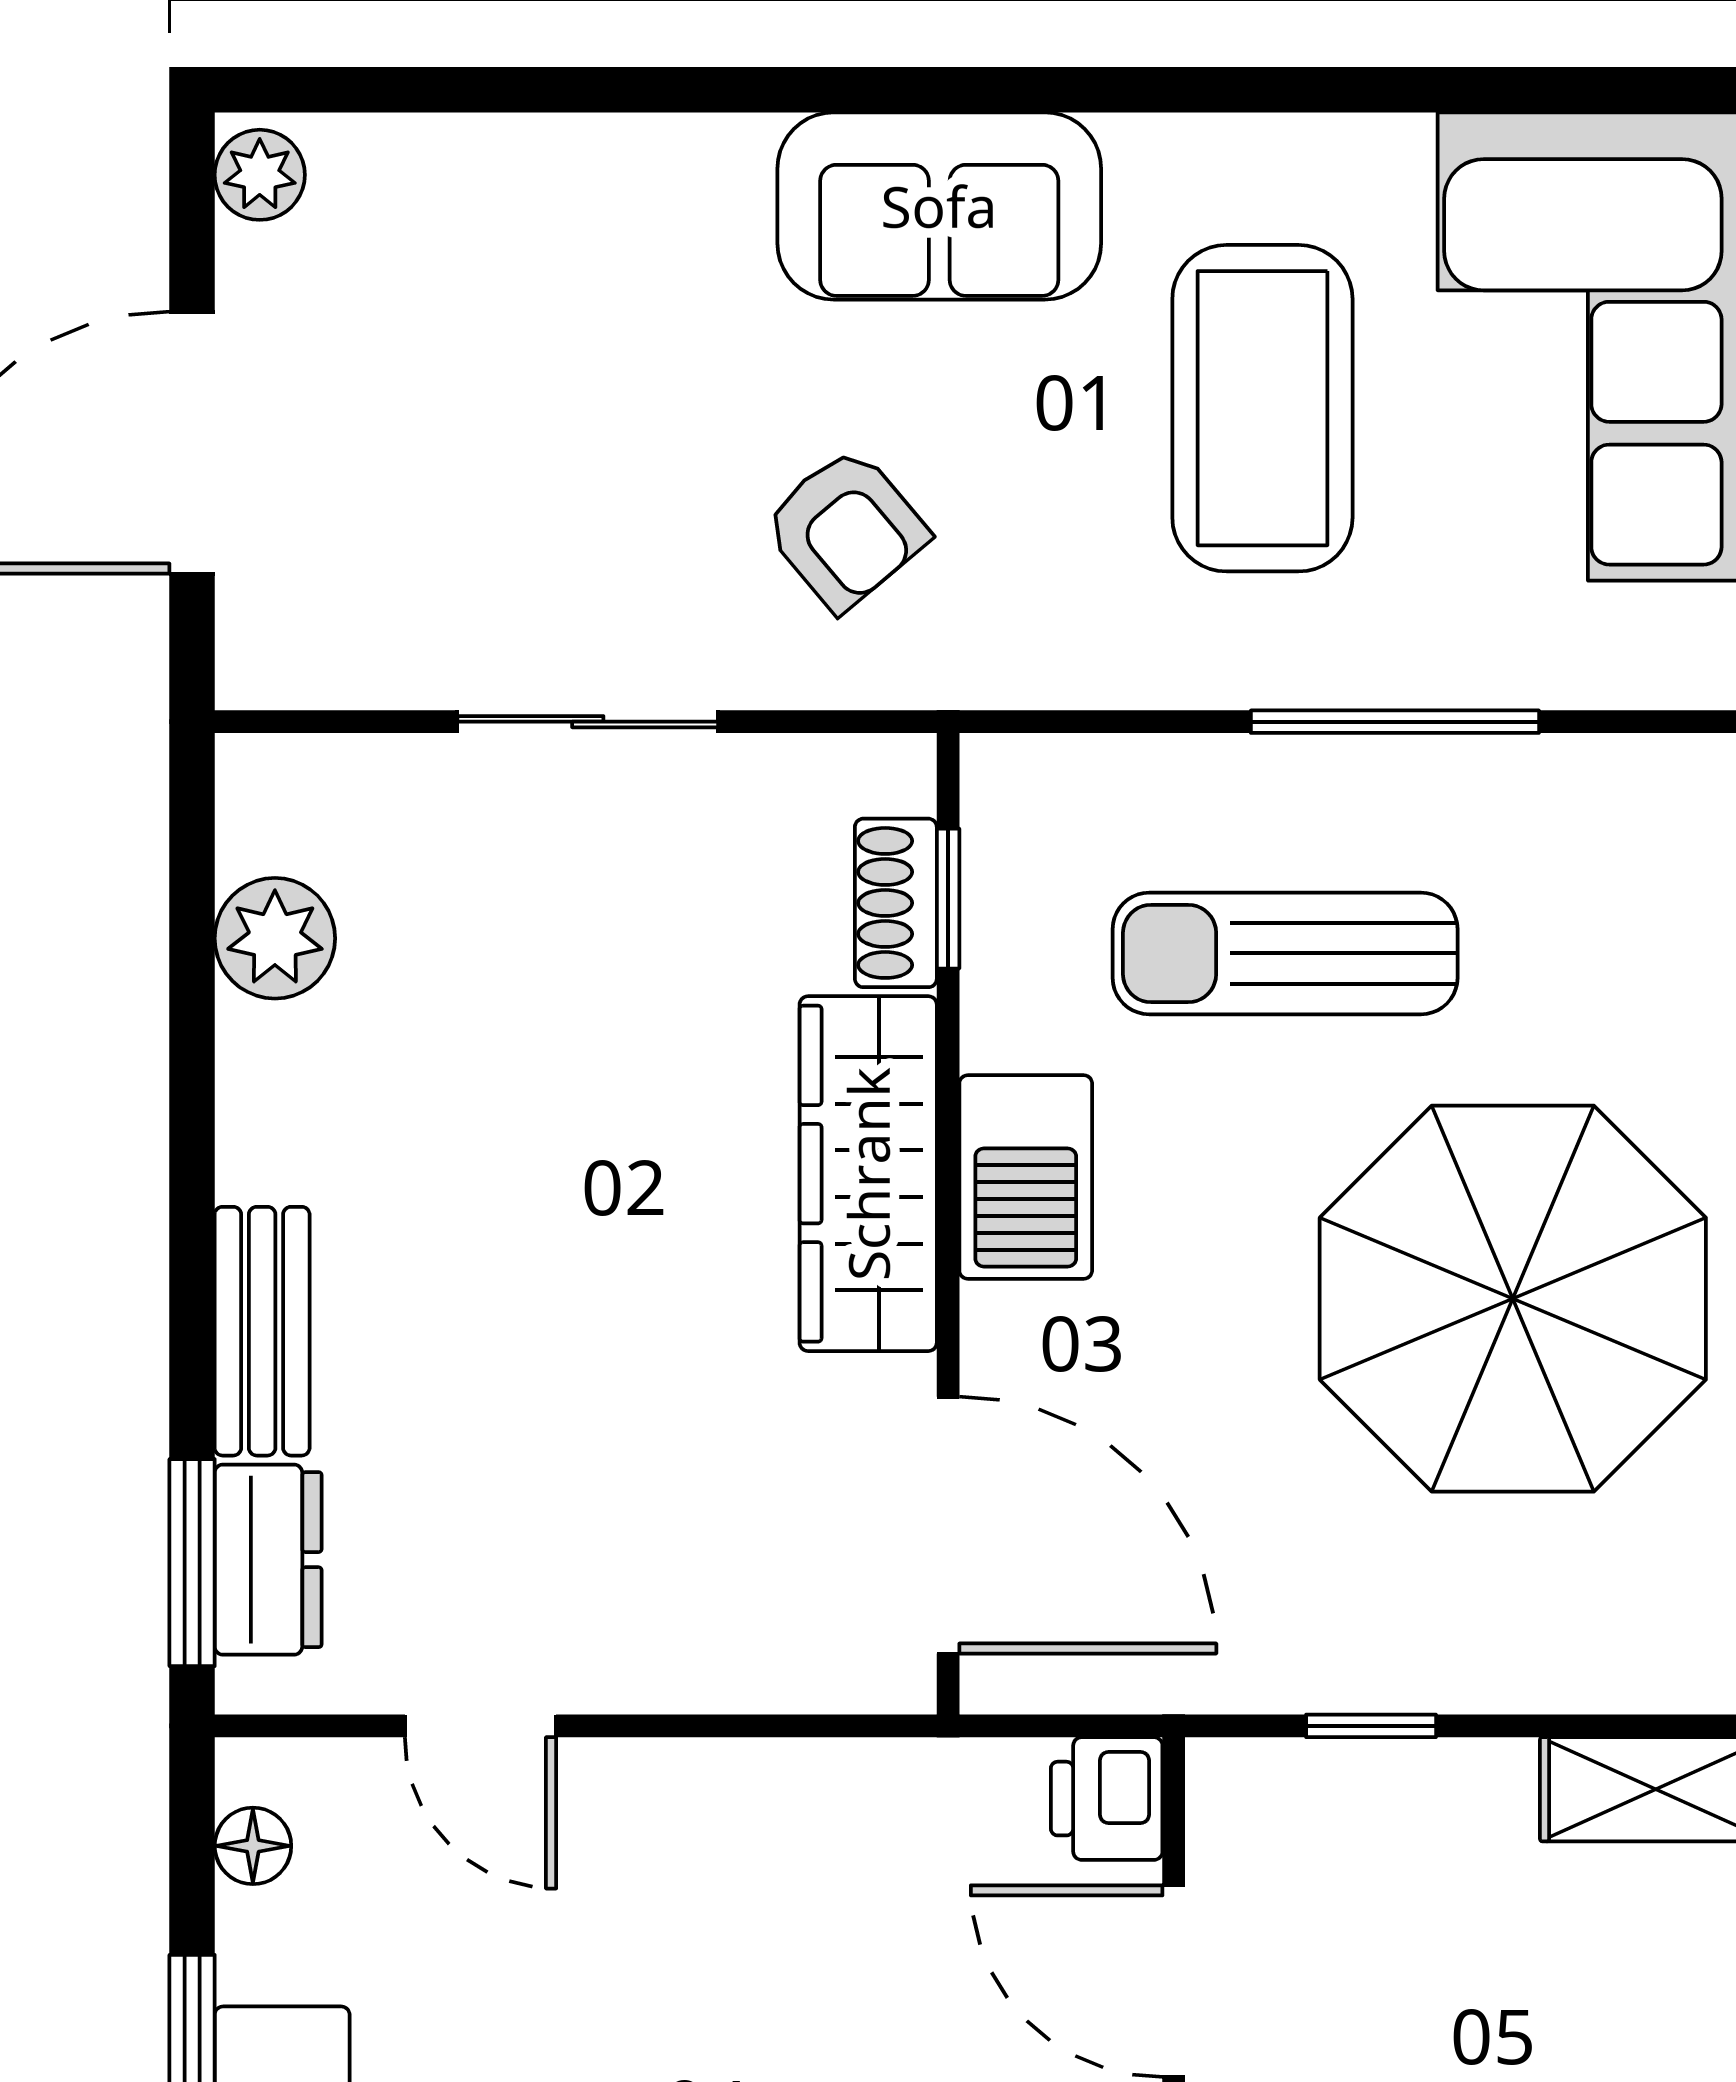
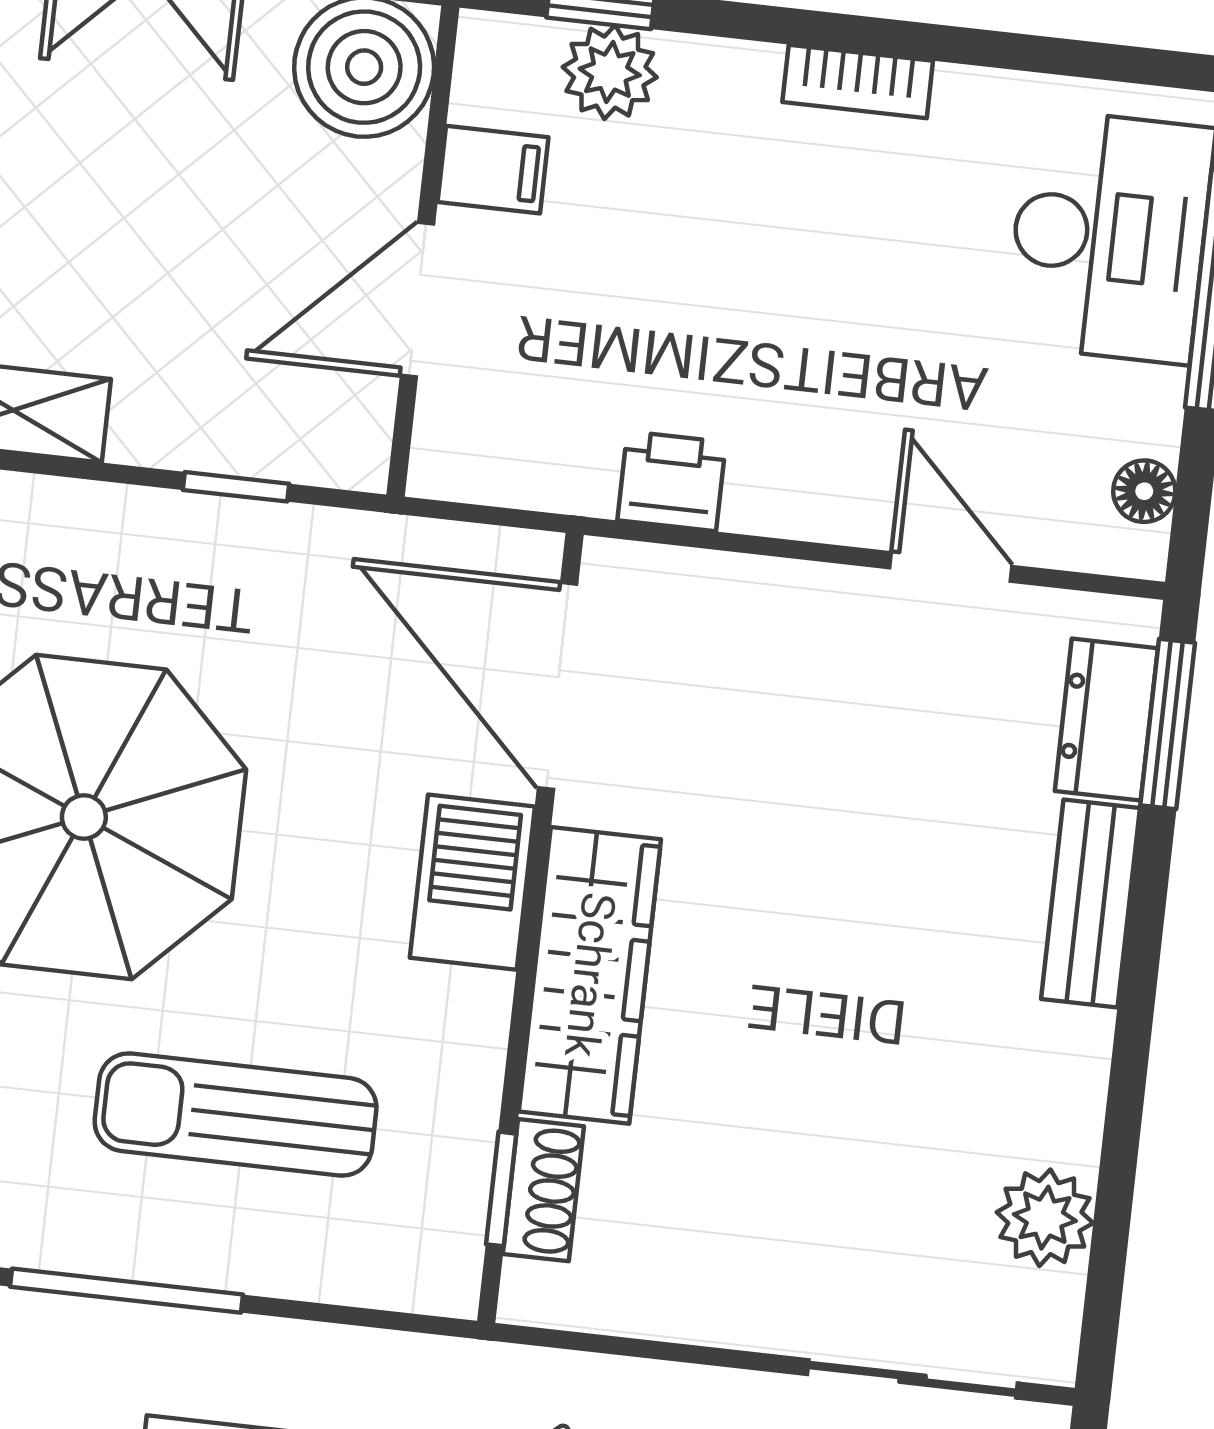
sliding door: (588, 722) -> (913, 1379), moved
sun lounger: (1285, 953) -> (236, 1114), turned 180
barbecue: (1026, 1177) -> (472, 882), moved
printer: (1107, 1799) -> (672, 481), moved, turned -90
door: (1174, 1981) -> (417, 300), swing flipped

